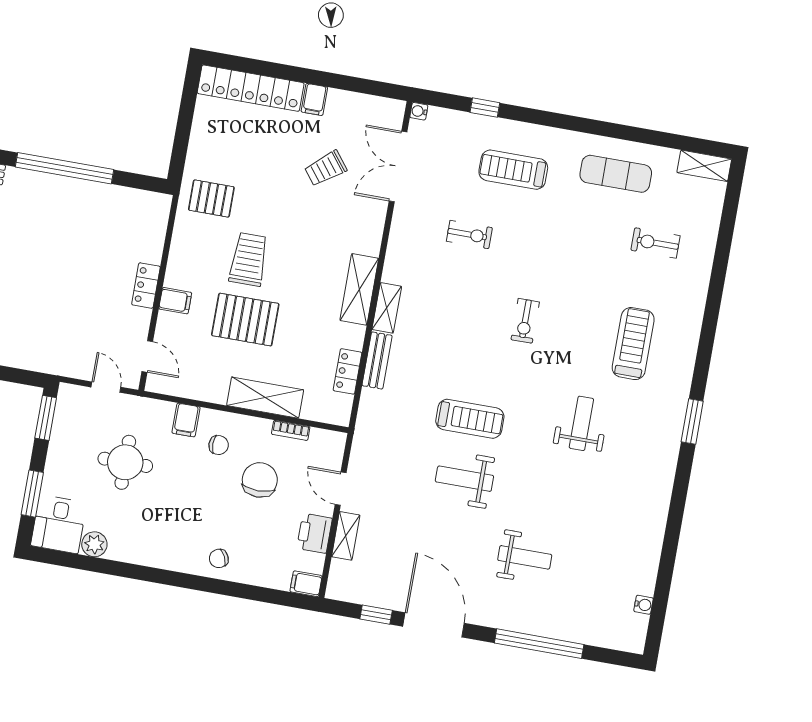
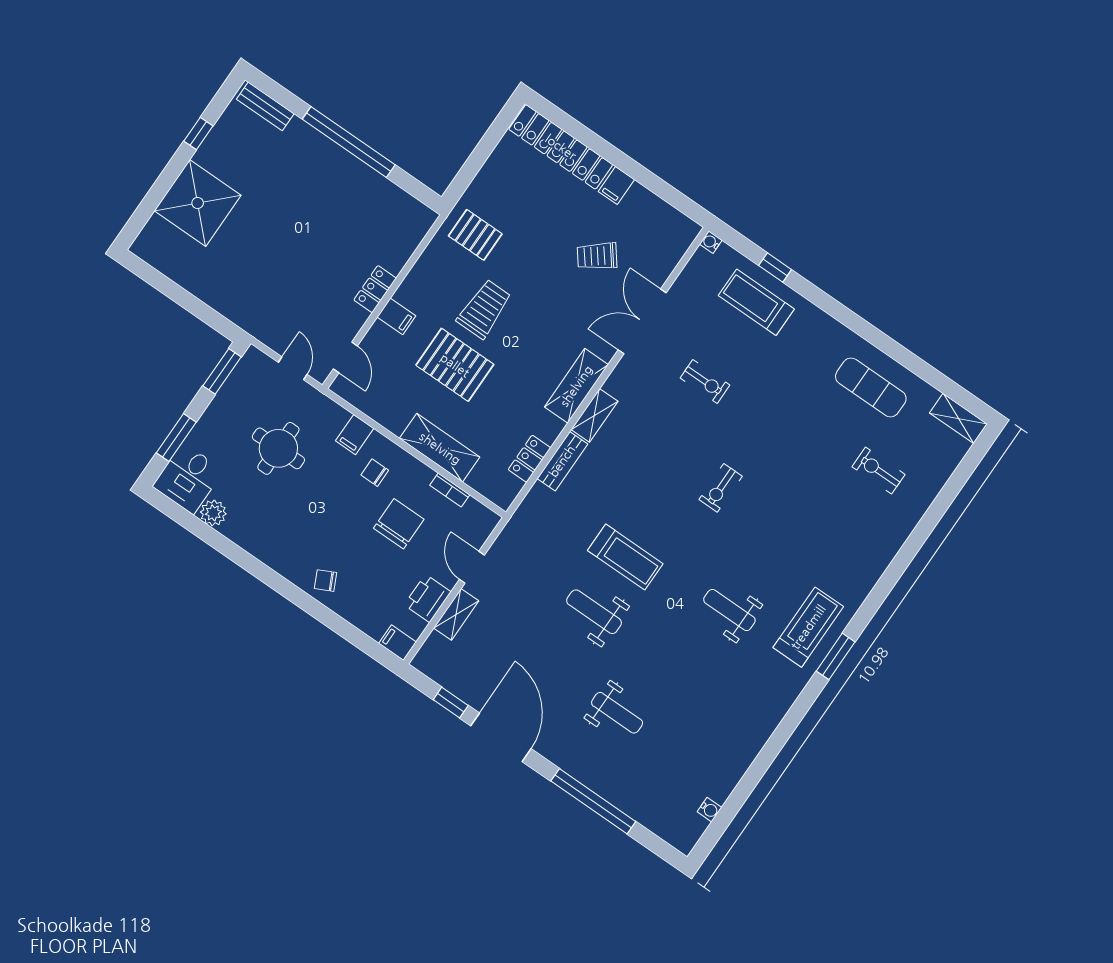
double door: (398, 166) -> (642, 321), moved
treadmill: (513, 170) -> (756, 302), moved
treadmill: (633, 344) -> (808, 627), moved
weight bench: (581, 423) -> (729, 610), turned -90
chair: (219, 445) -> (375, 473), turned 180

